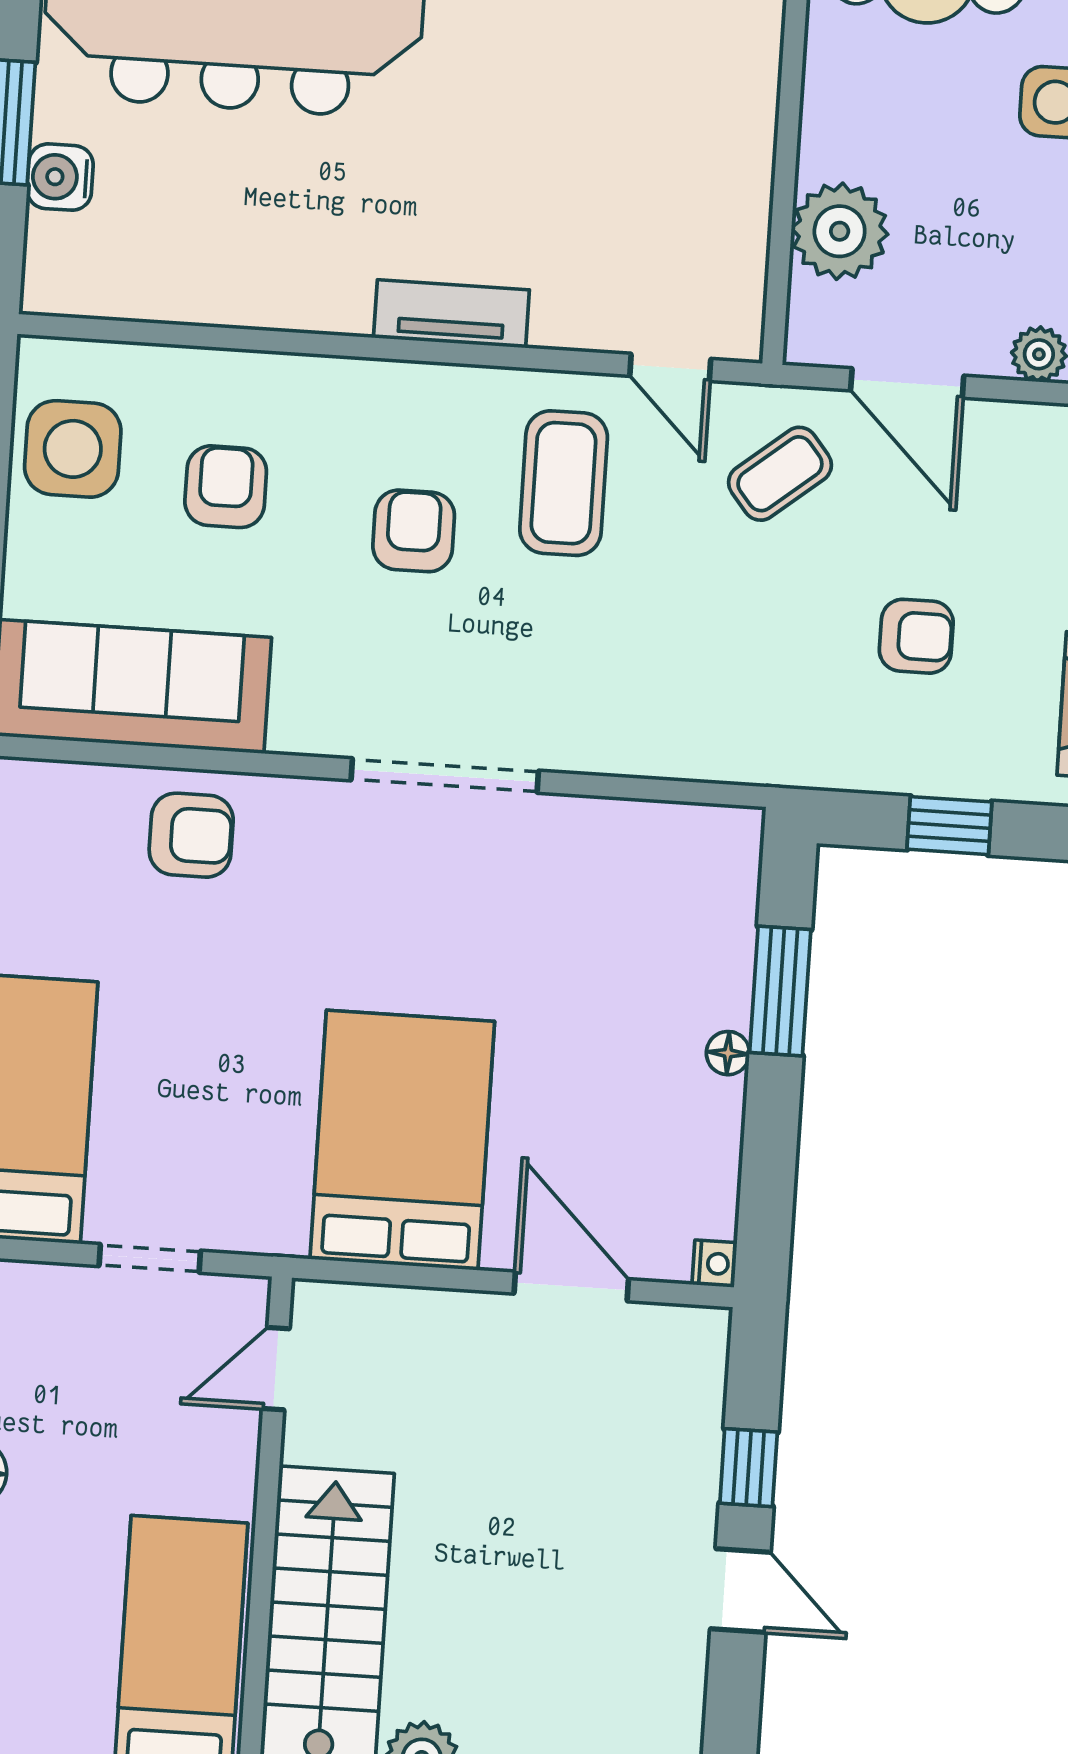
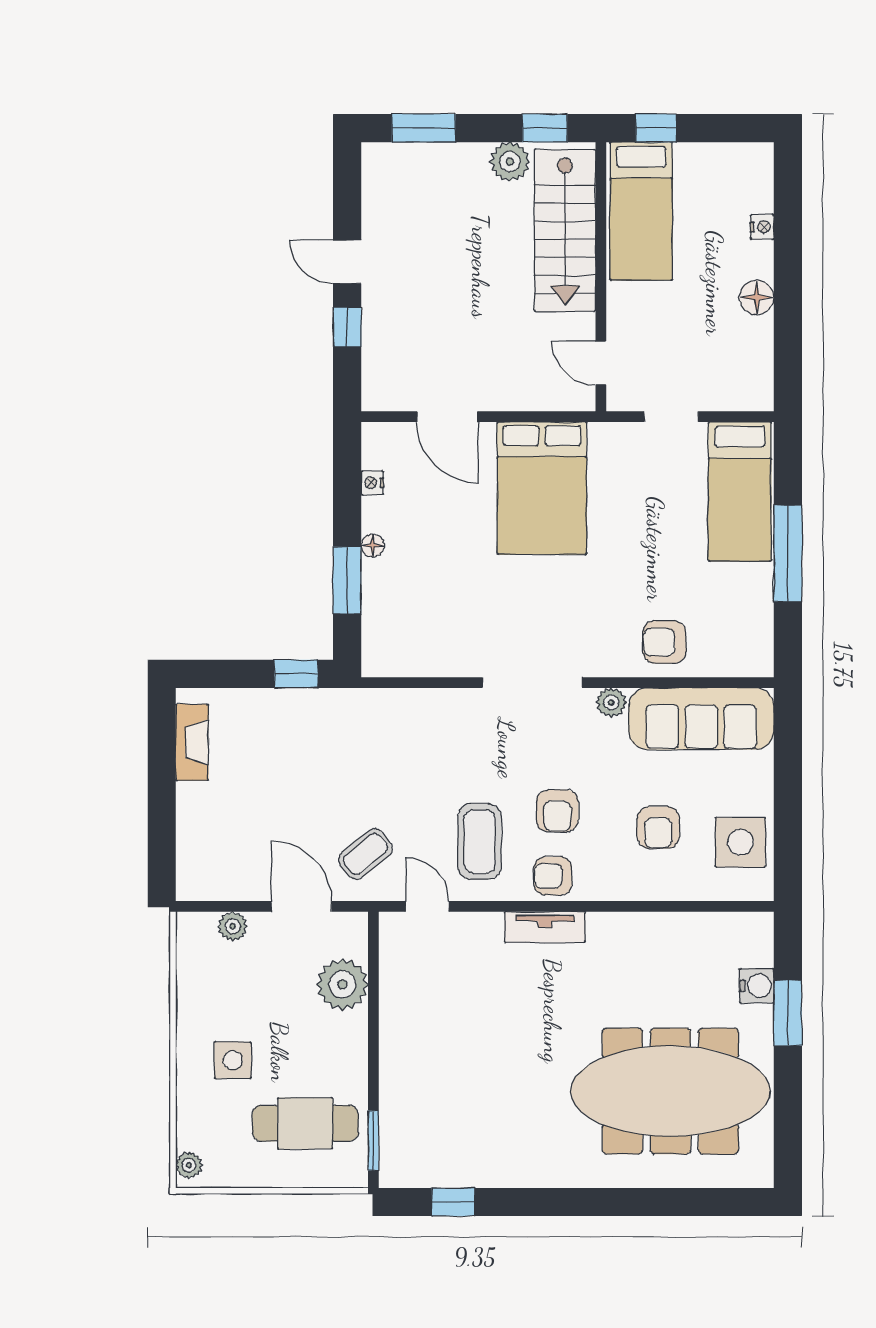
armchair: (916, 636) -> (553, 876), moved
plant: (299, 728) -> (611, 702), added
window: (949, 826) -> (296, 674), moved
nightstand: (715, 1264) -> (372, 483), moved
door: (276, 1369) -> (601, 363), swing flipped

